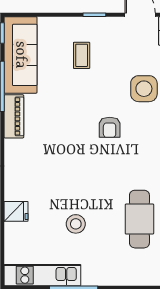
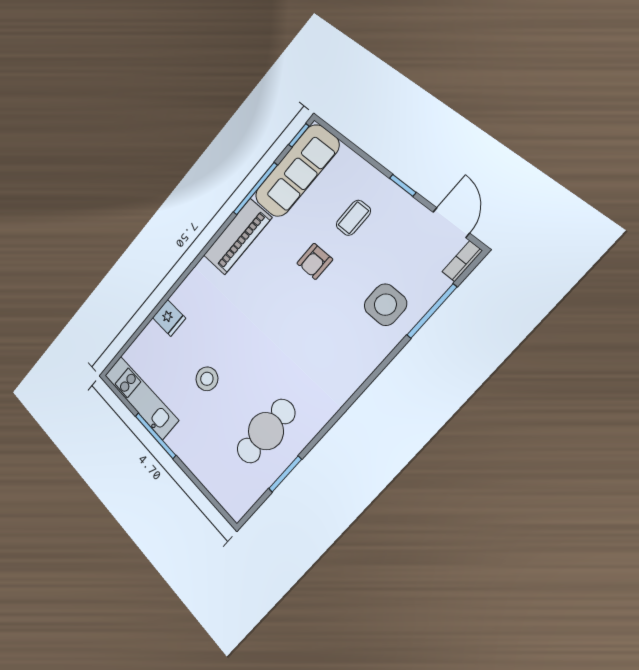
piano: (14, 116) -> (237, 237), width x1.37, depth x1.33
armchair: (110, 127) -> (315, 261), moved

